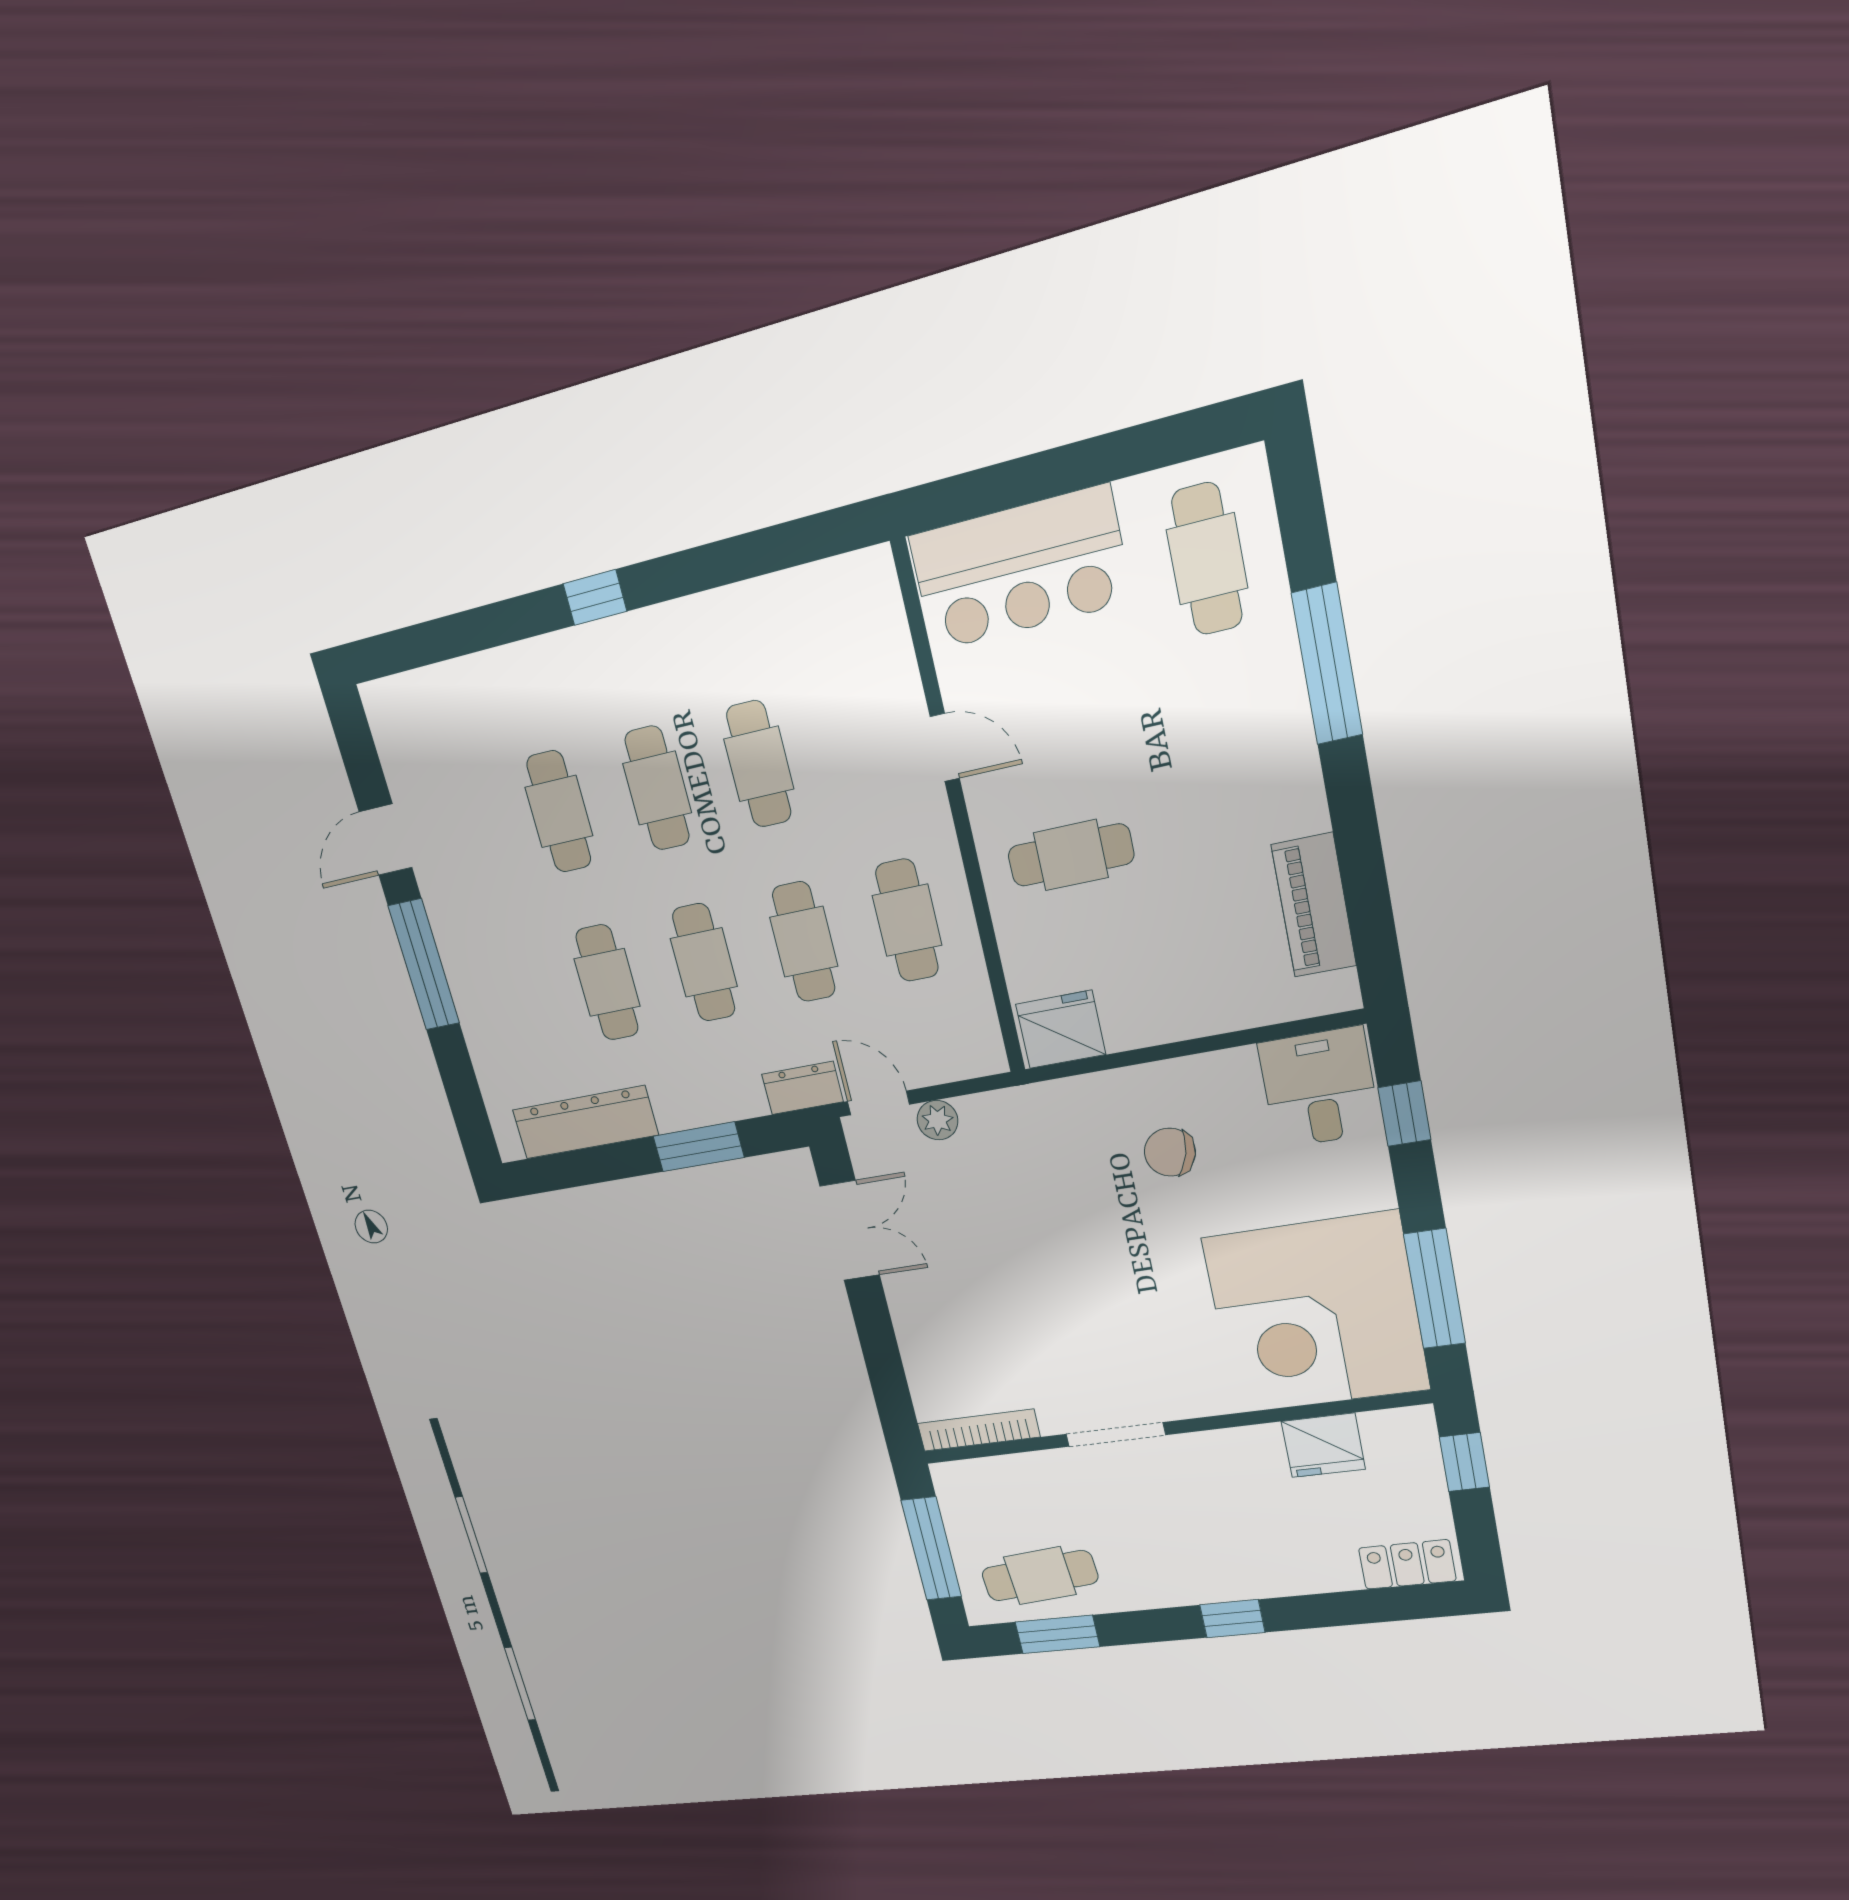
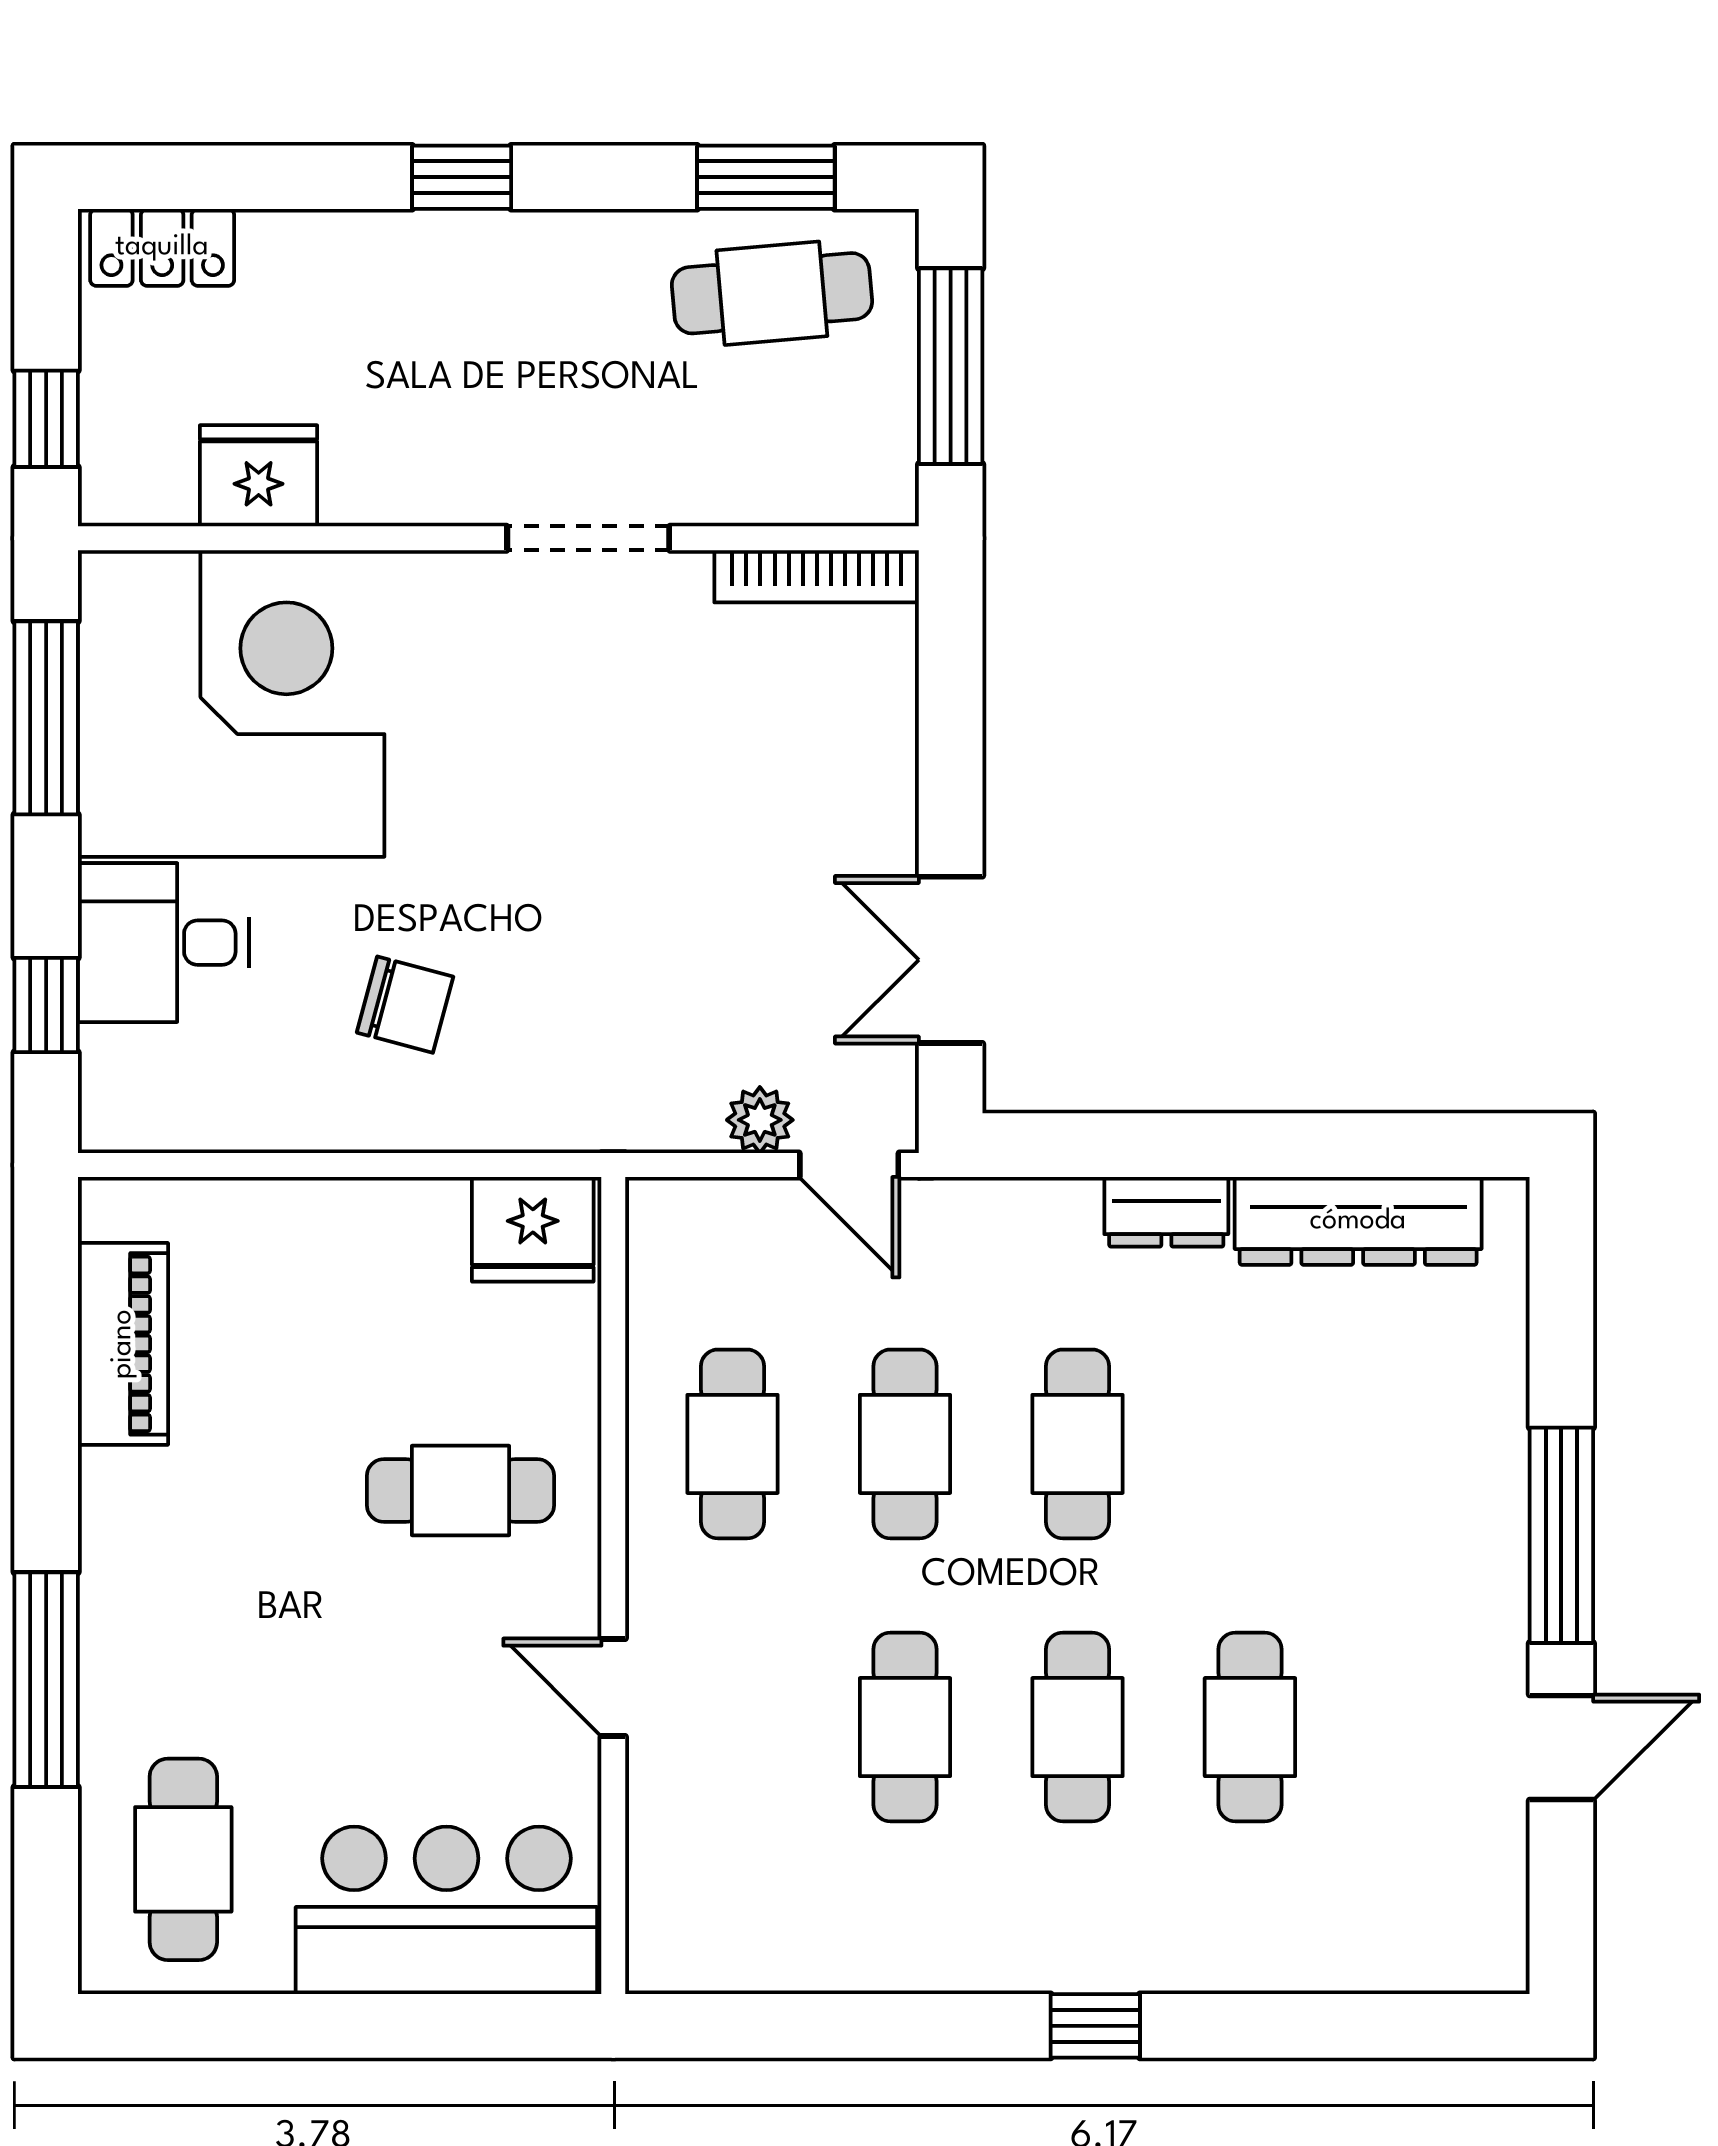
cafe table: (607, 983) -> (1250, 1444), removed
dresser: (802, 1088) -> (1166, 1212), moved
desk: (1319, 1088) -> (164, 943), moved, turned 90
window: (699, 1147) -> (1171, 1145), removed

